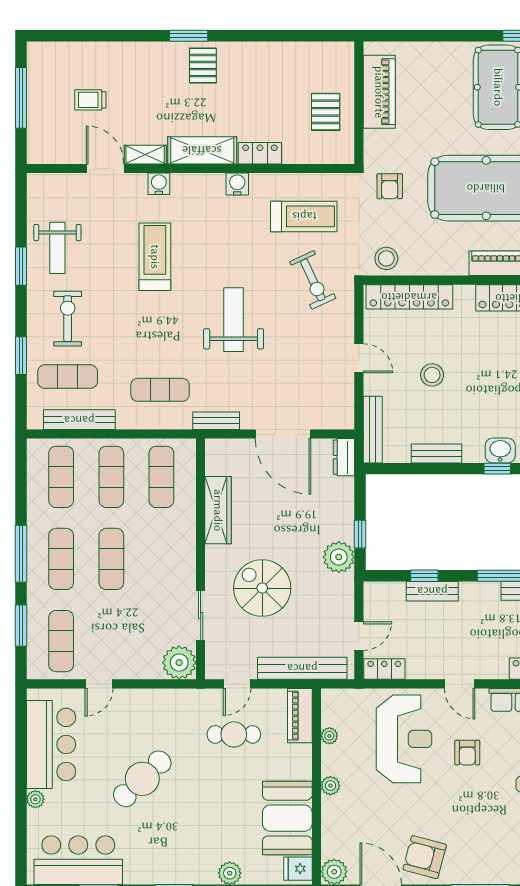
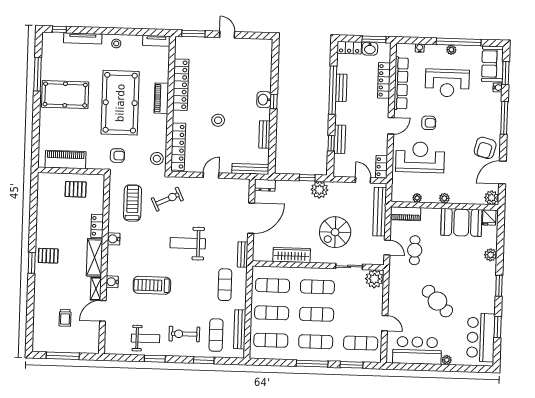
stool: (432, 375) -> (218, 120), moved
exercise mat: (161, 559) -> (317, 287), added

